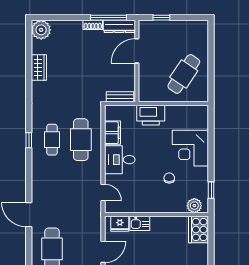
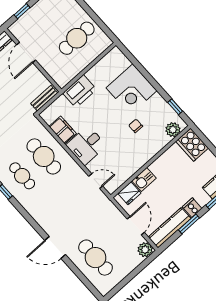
cafe table: (184, 74) -> (77, 38), turned 56

